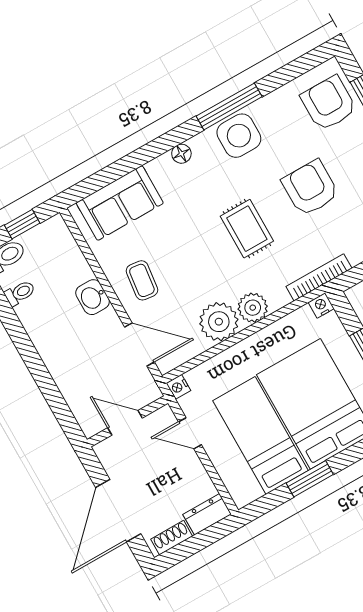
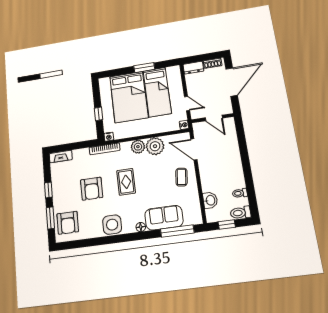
window: (229, 106) -> (177, 231), moved
sofa: (120, 203) -> (164, 218), moved
washbasin: (93, 297) -> (210, 200), moved

